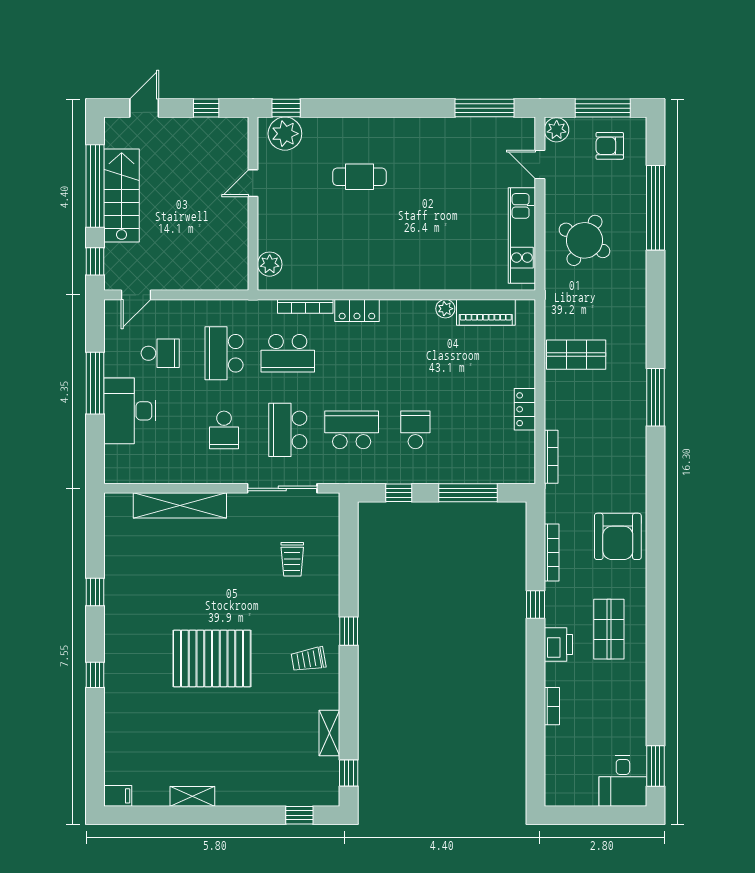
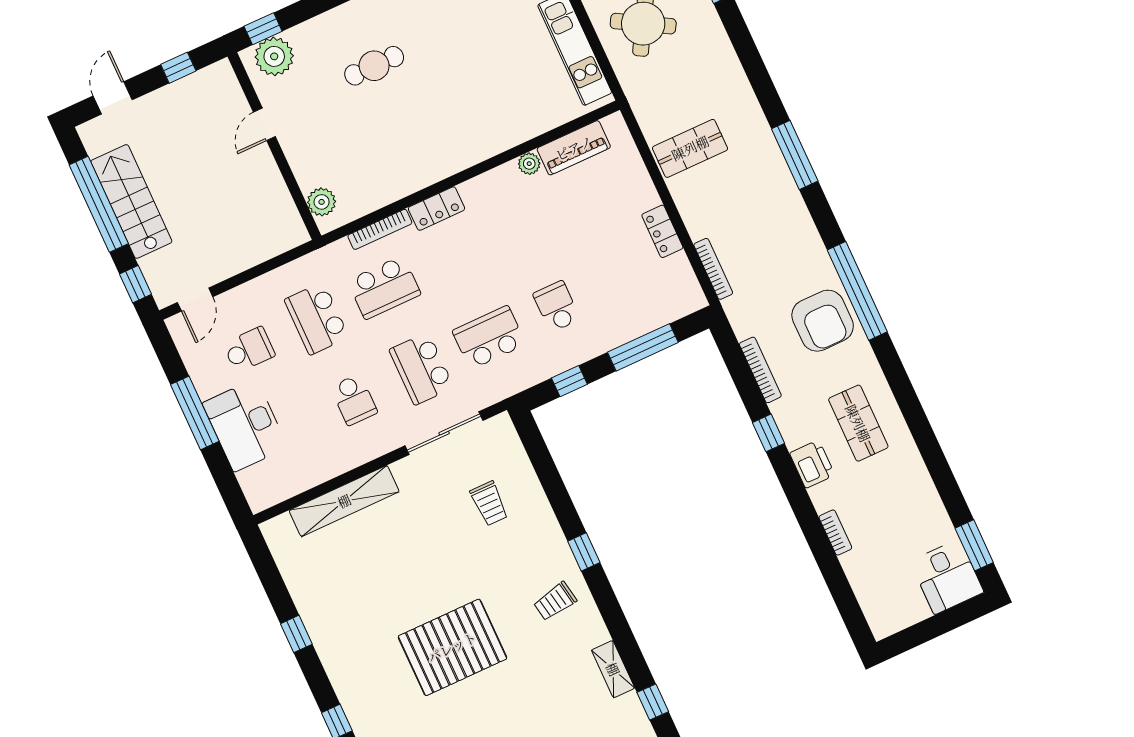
window: (655, 526) -> (857, 291), added

